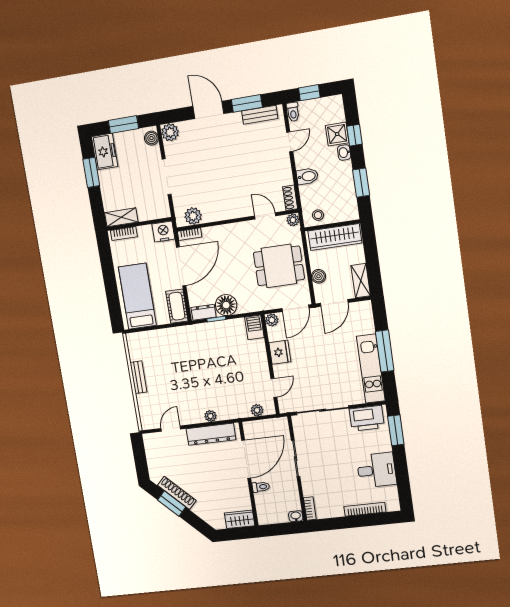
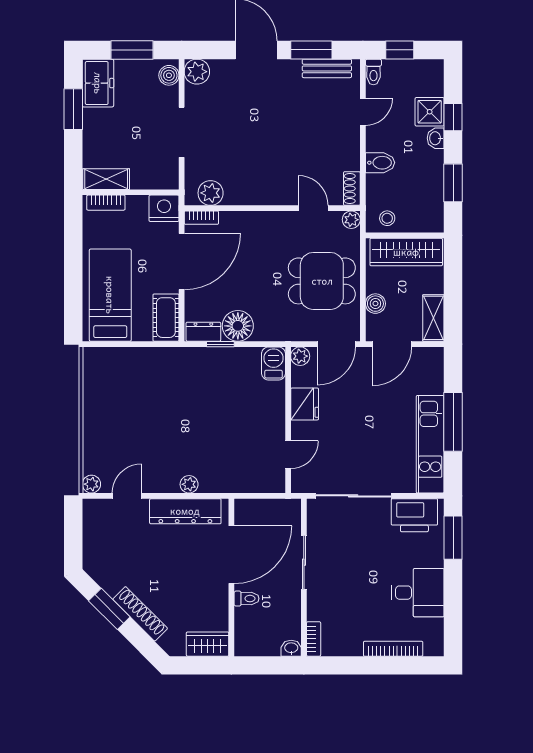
bench: (138, 377) -> (91, 413), removed
plant: (257, 410) -> (91, 484), moved
shoe rack: (177, 493) -> (140, 614), moved

